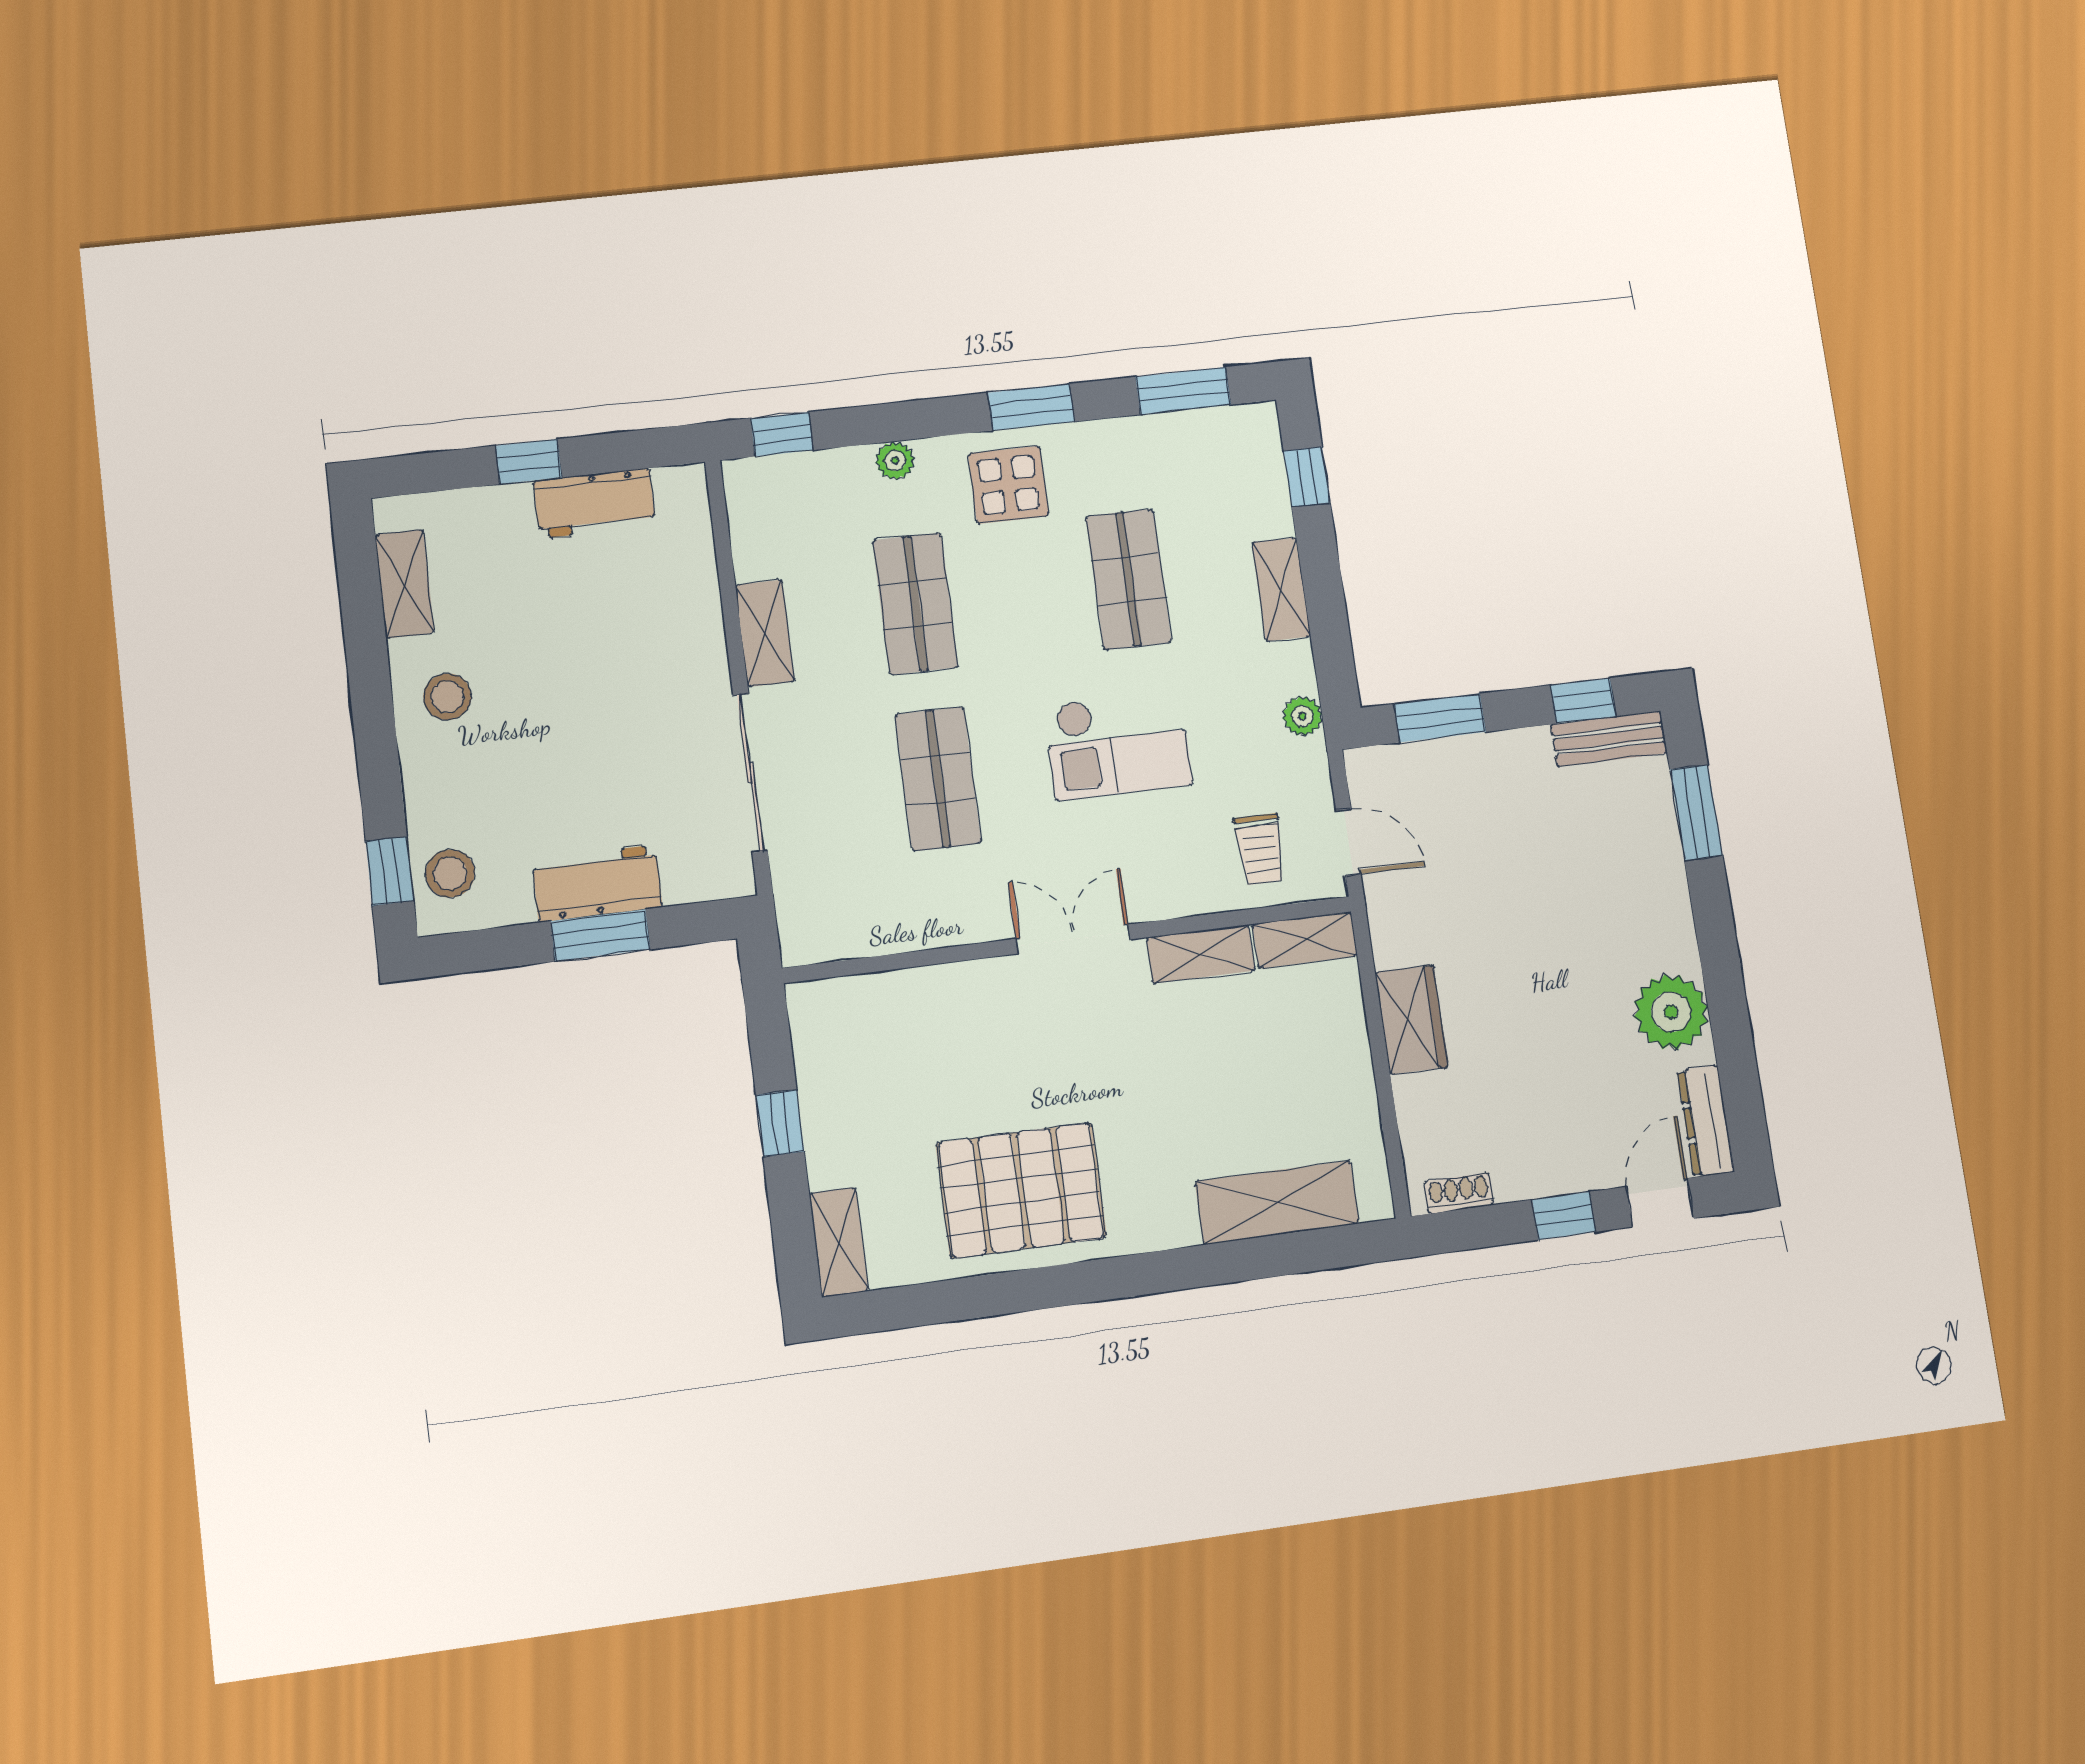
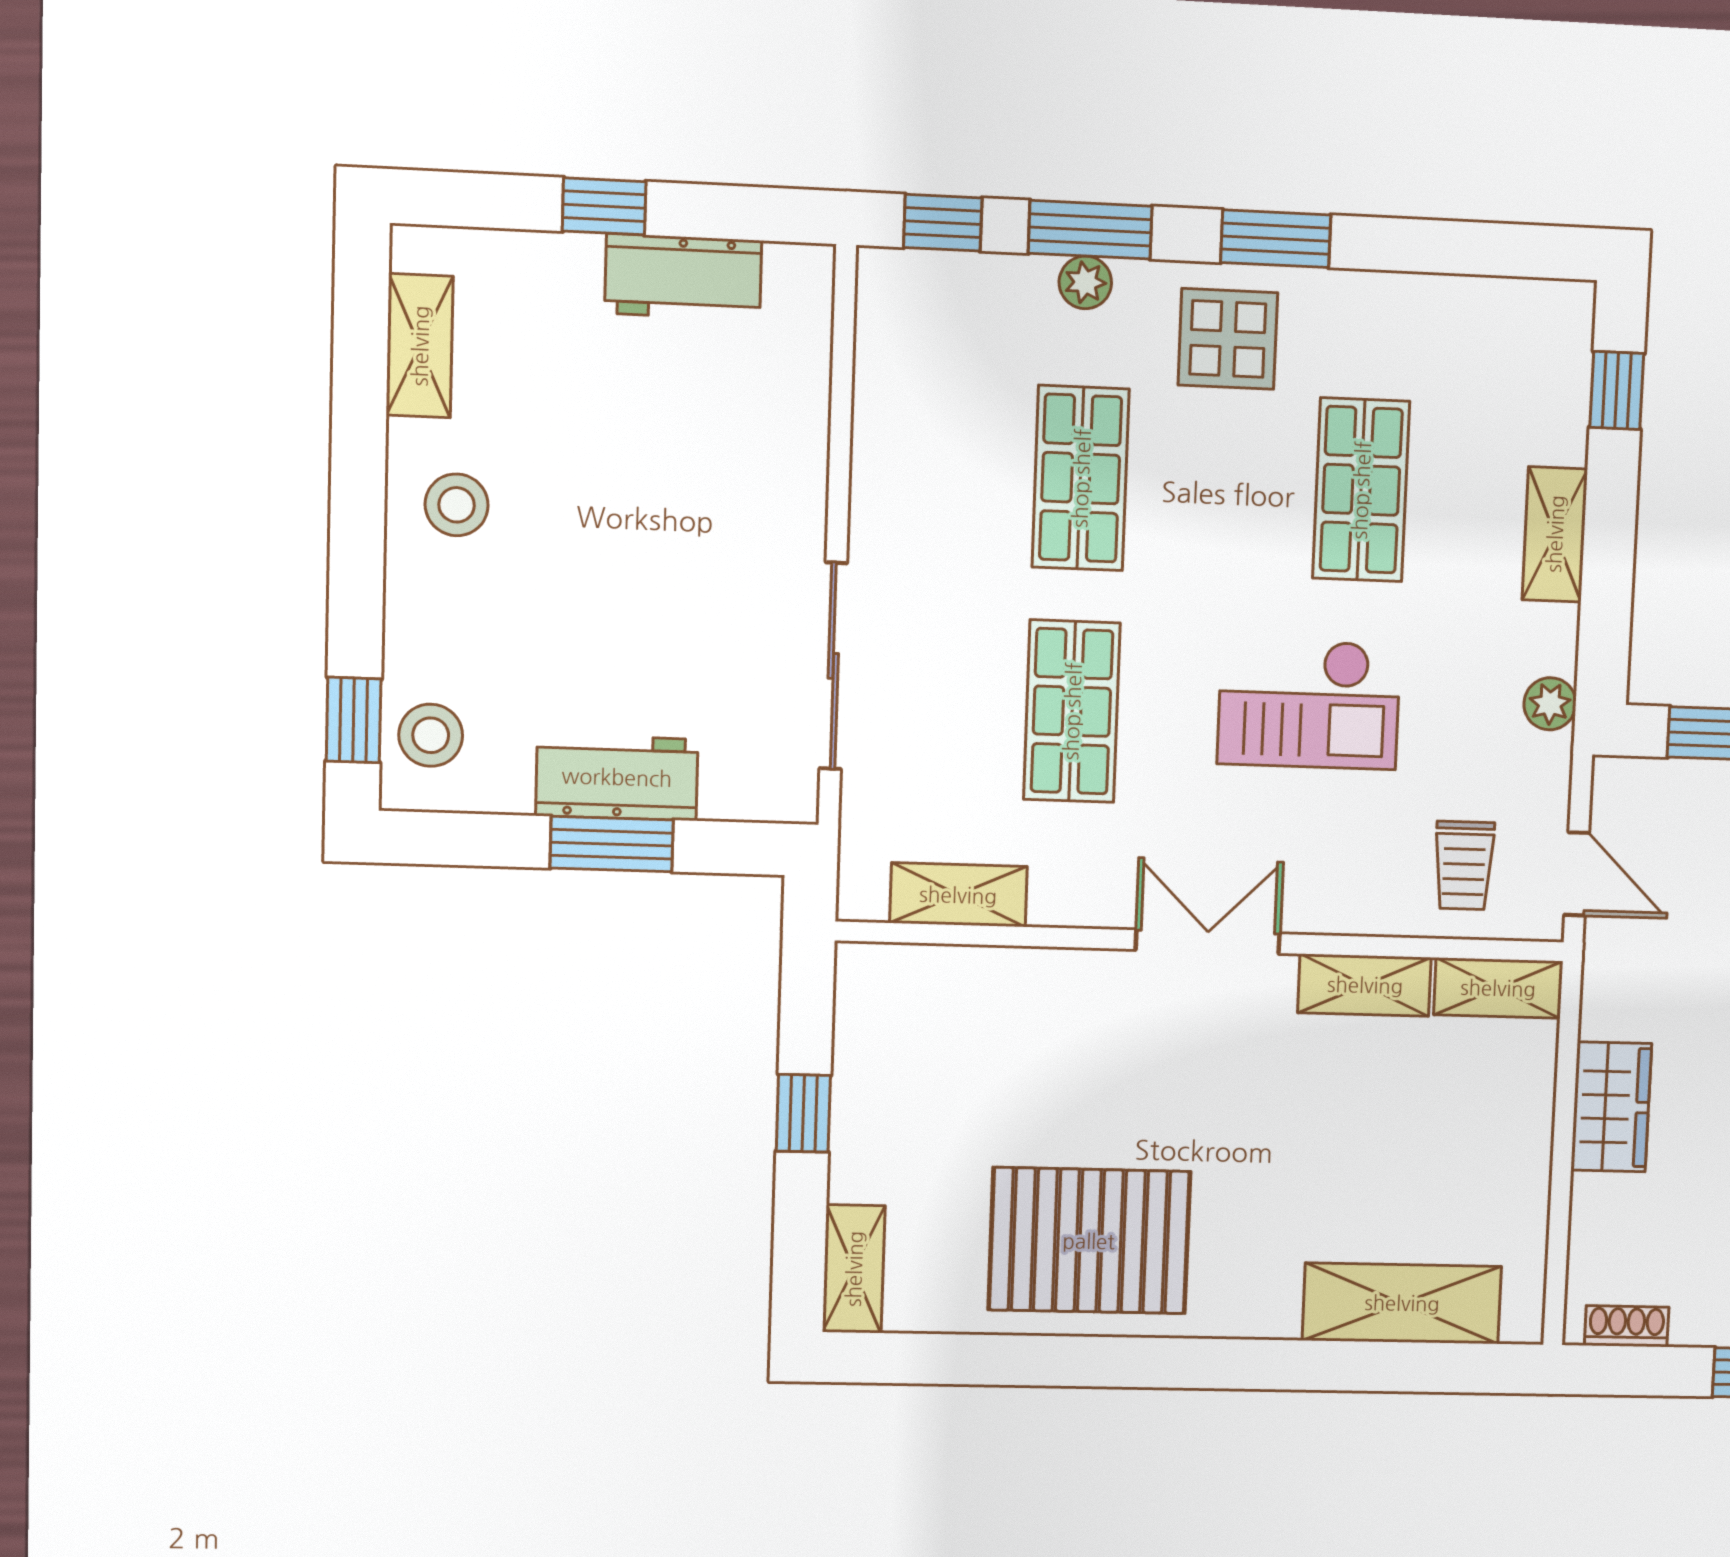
window: (1183, 391) -> (1090, 230), moved
shelving: (765, 633) -> (958, 895), moved, turned 90

